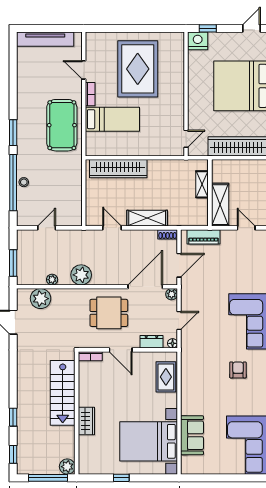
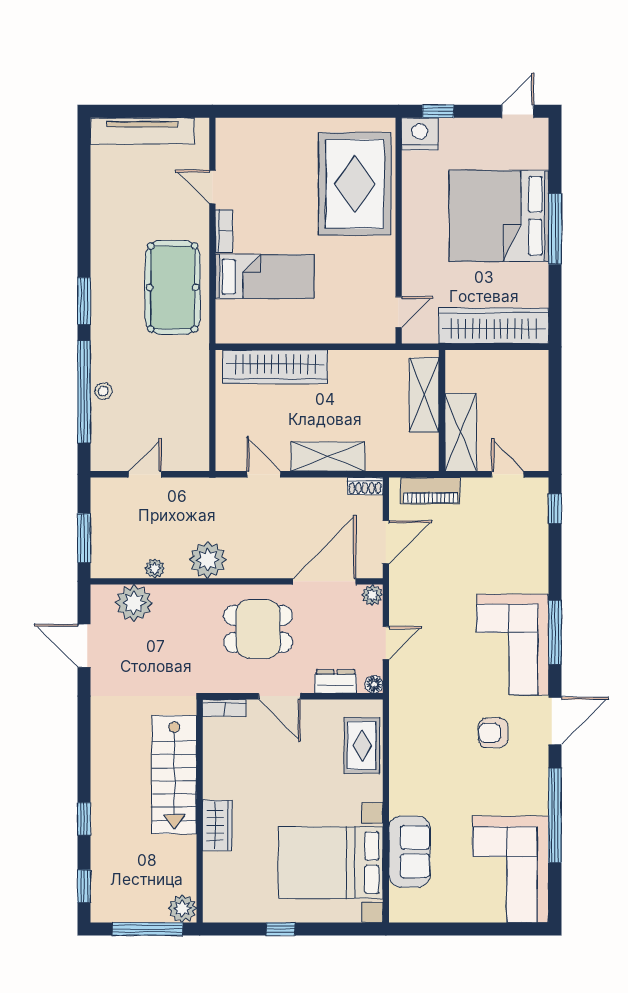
rug: (138, 69) -> (355, 184), moved
shelving: (202, 184) -> (424, 395), width x1.50, depth x1.33
armchair: (238, 370) -> (493, 733), turned -90

